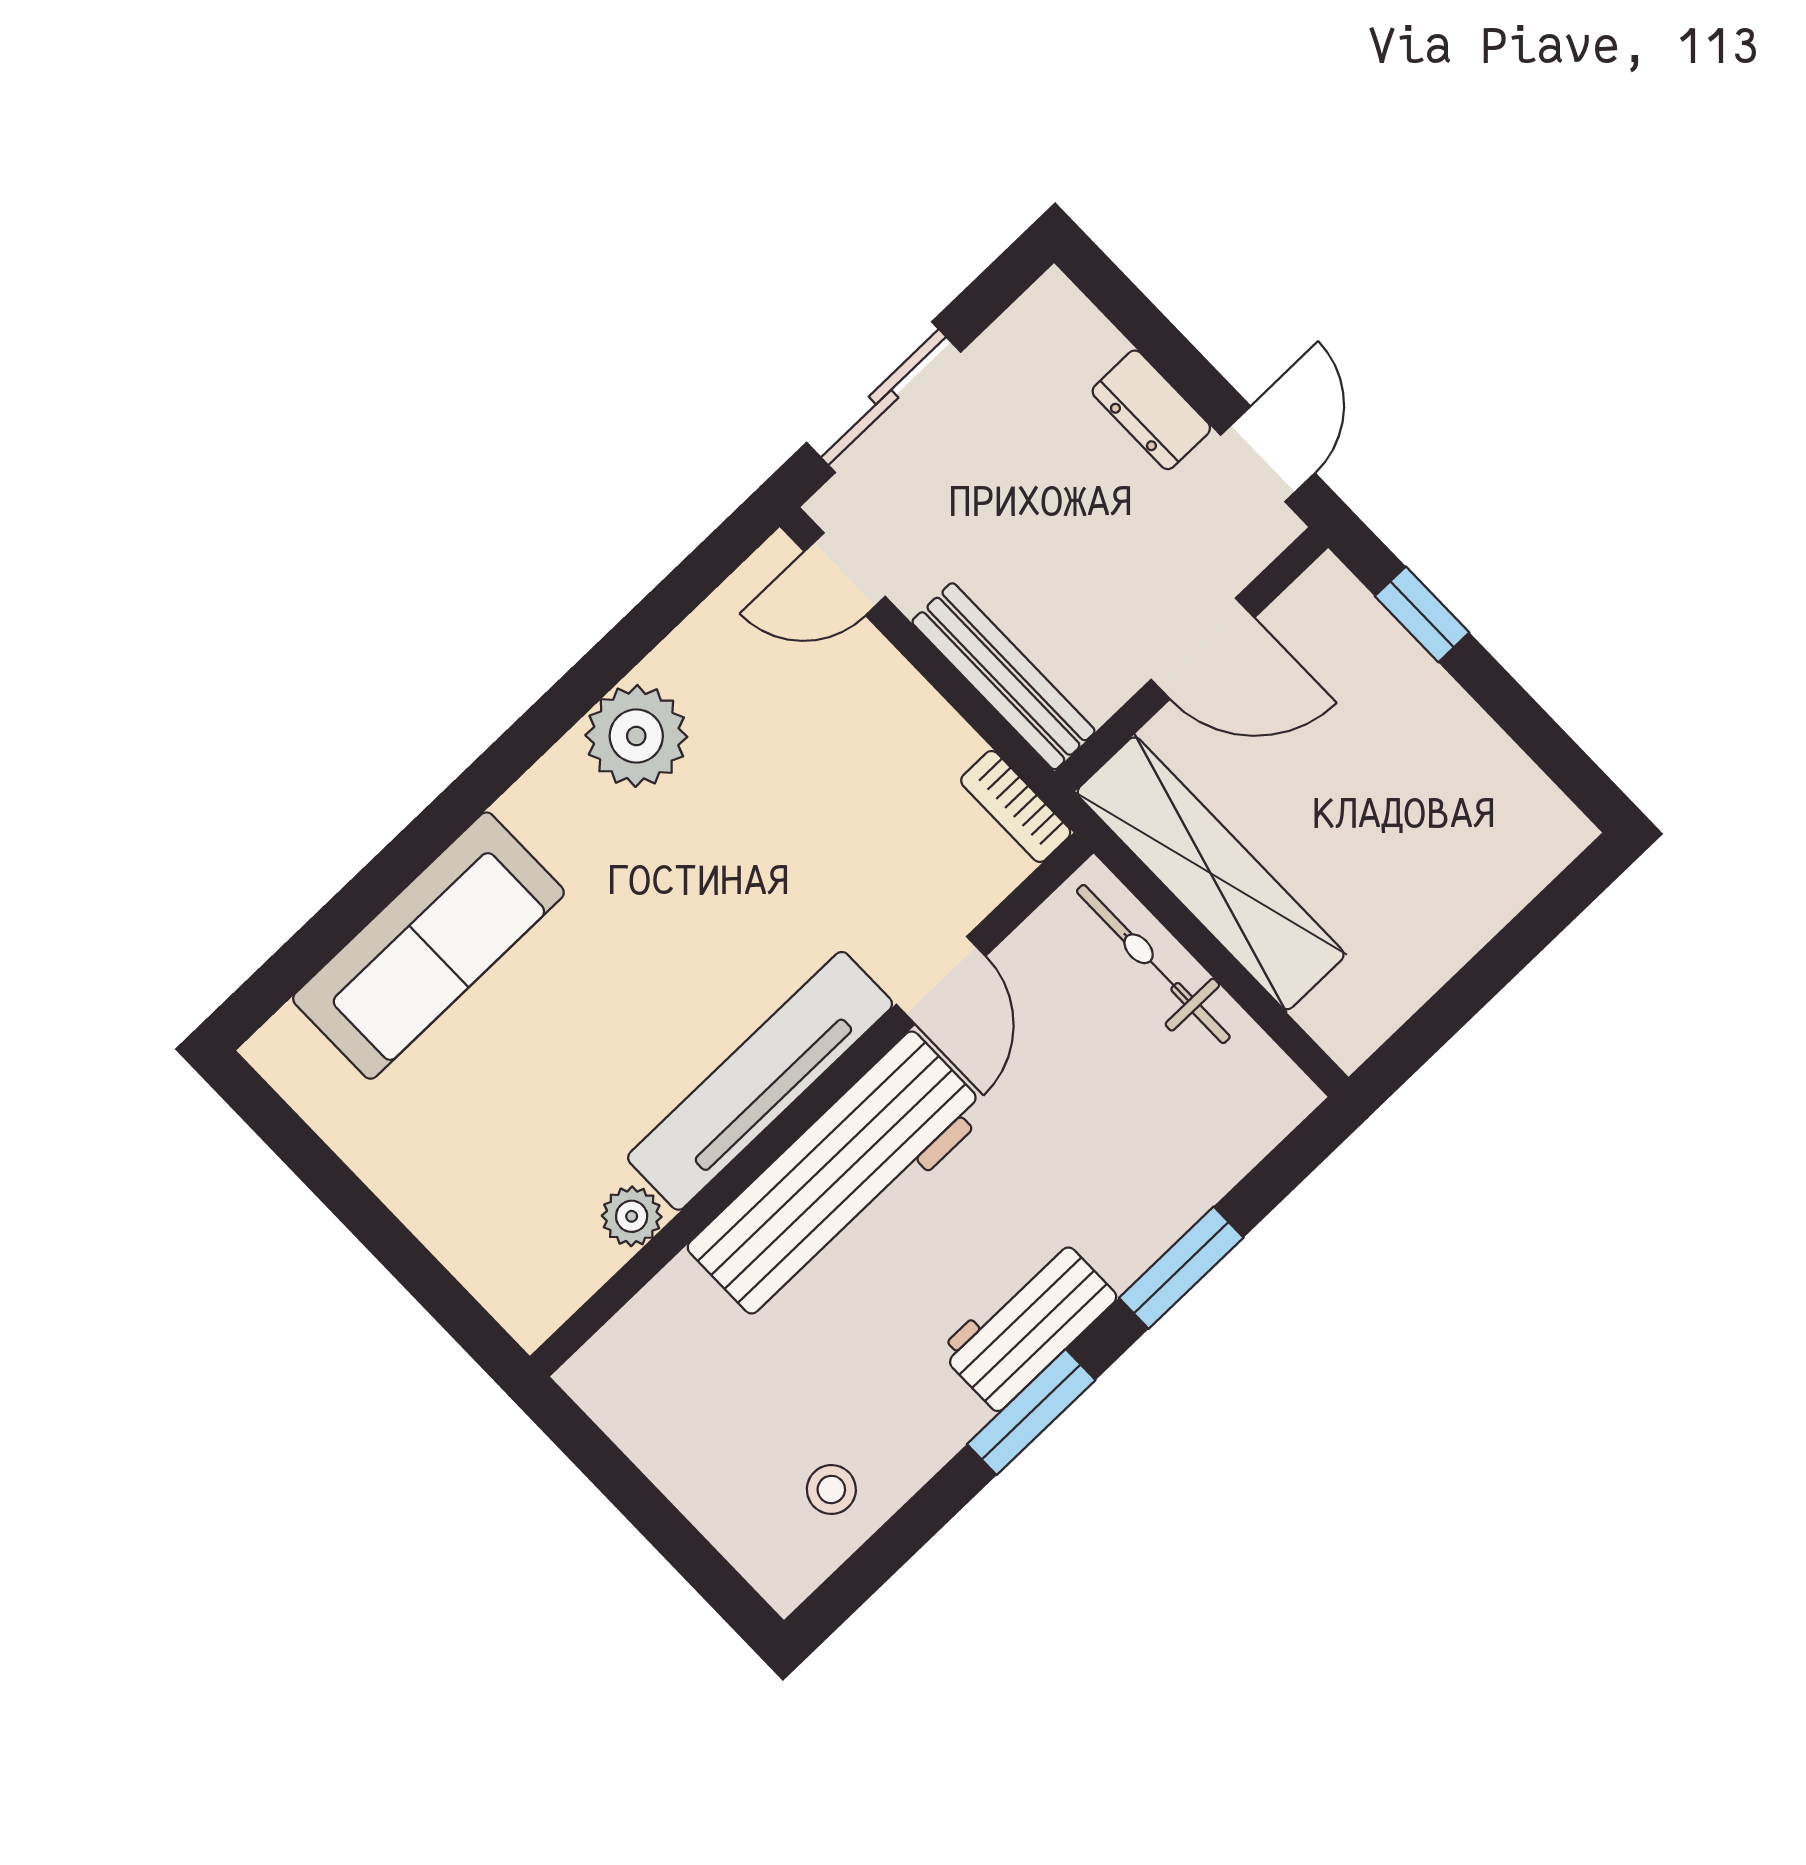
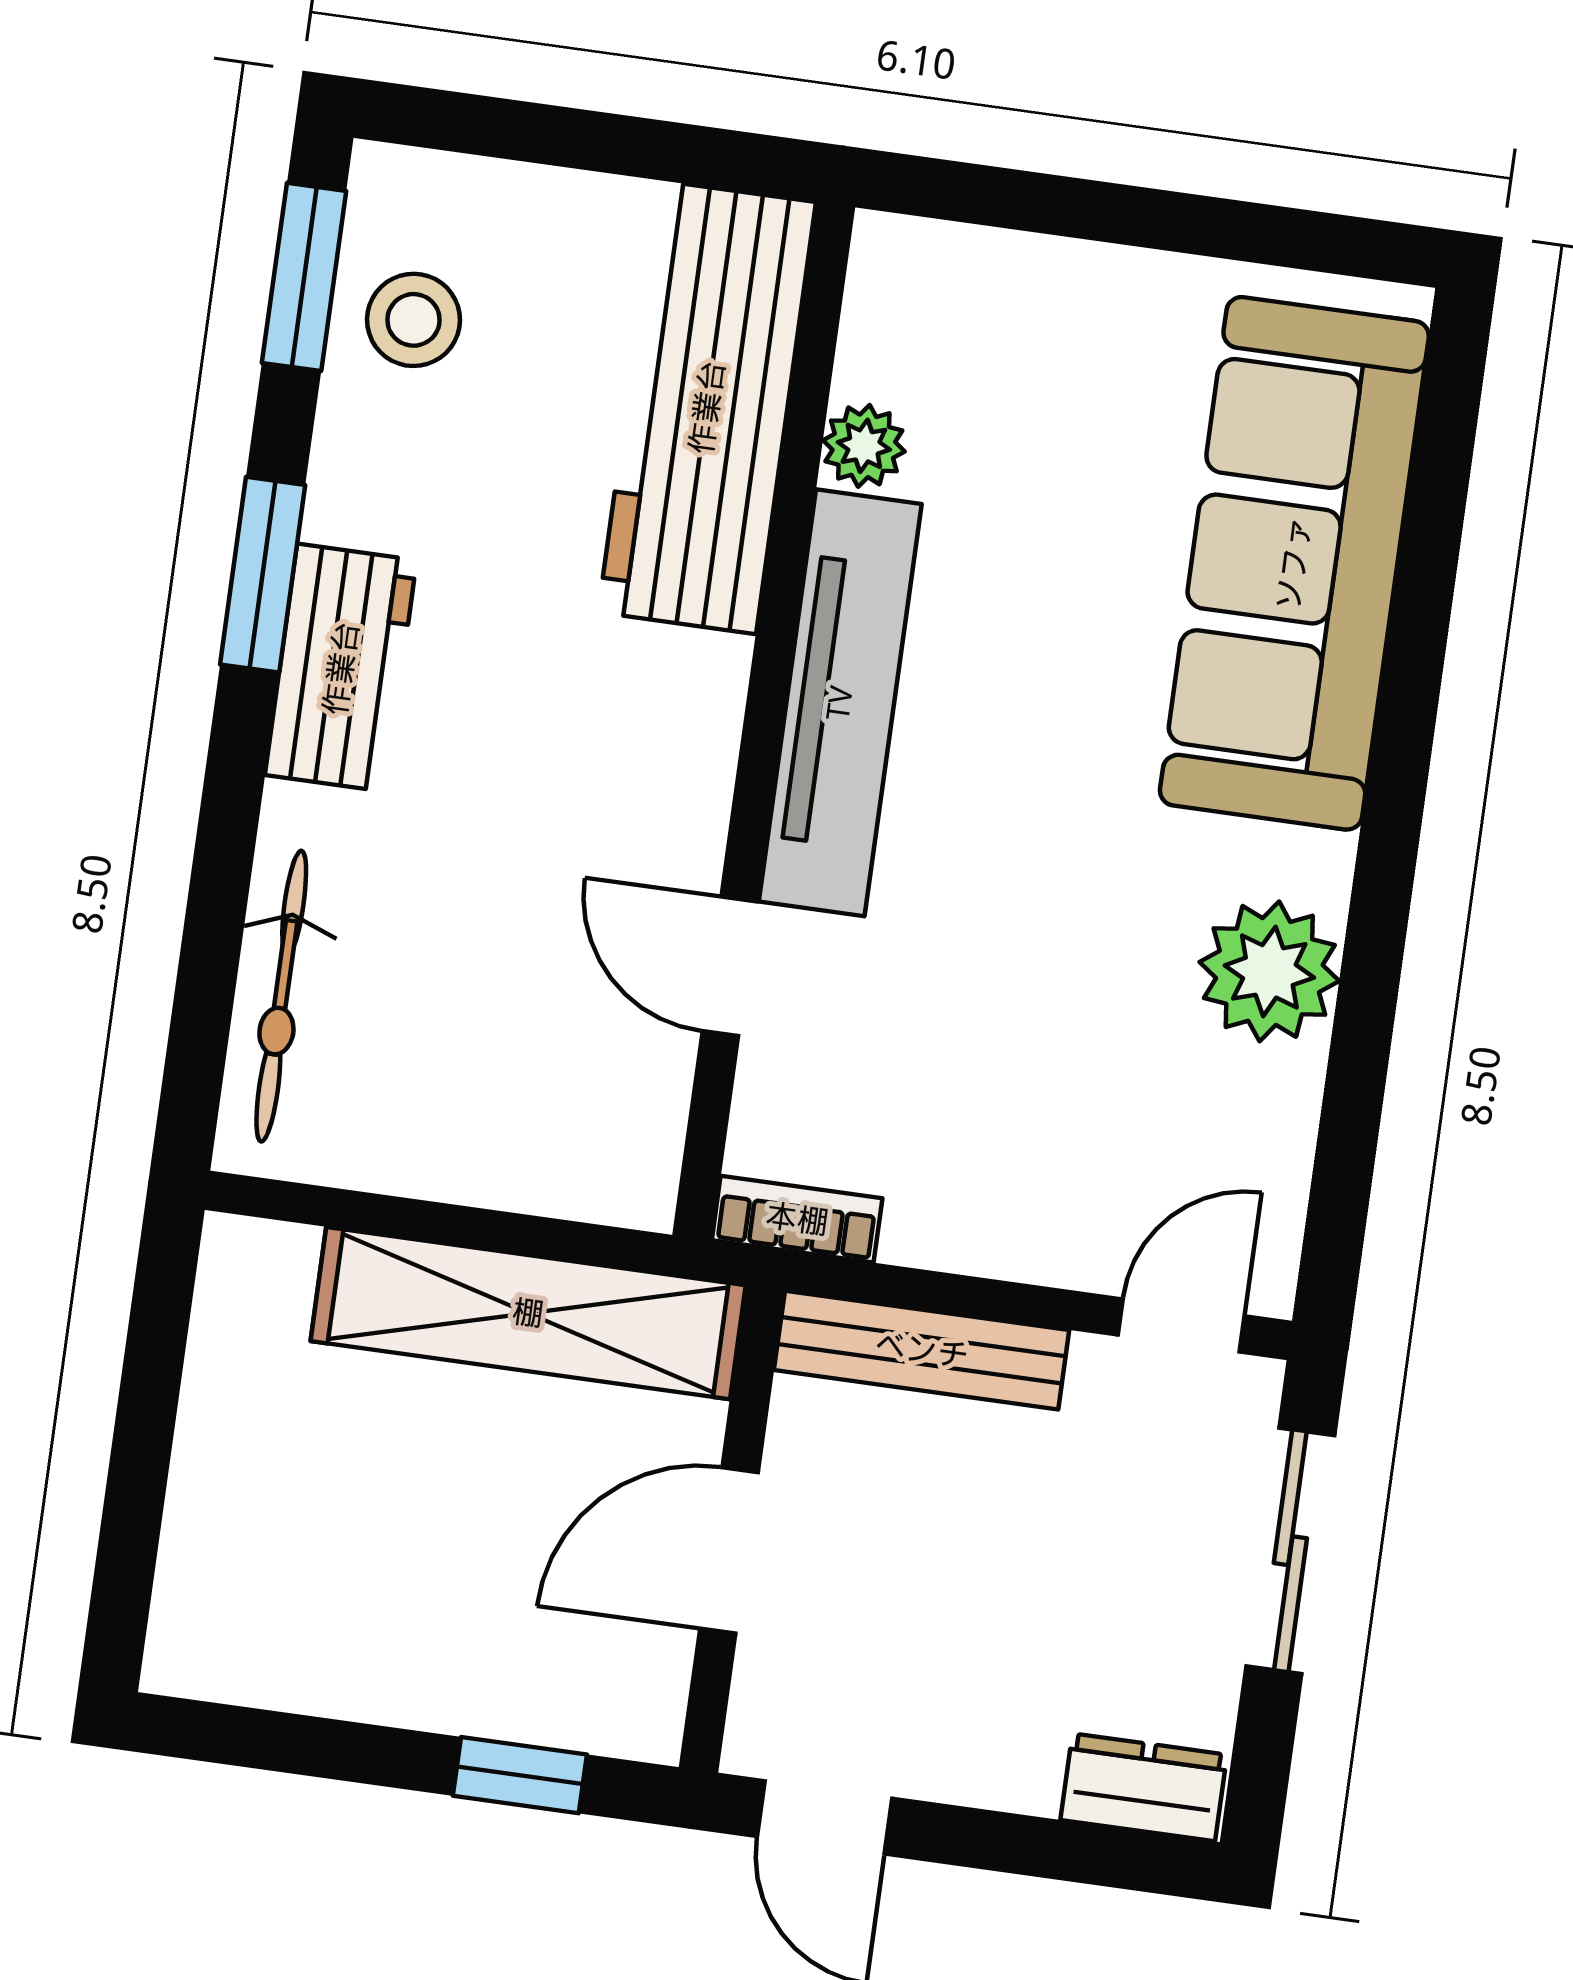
dresser: (1151, 410) -> (1144, 1787), moved
sofa: (428, 946) -> (1294, 563), width x1.36, depth x1.27
bicycle: (1153, 964) -> (281, 996), moved, turned 90
workbench: (838, 1179) -> (707, 407), moved
window: (1181, 1268) -> (304, 277), moved
stool: (831, 1489) -> (414, 320), width x1.37, depth x1.37

